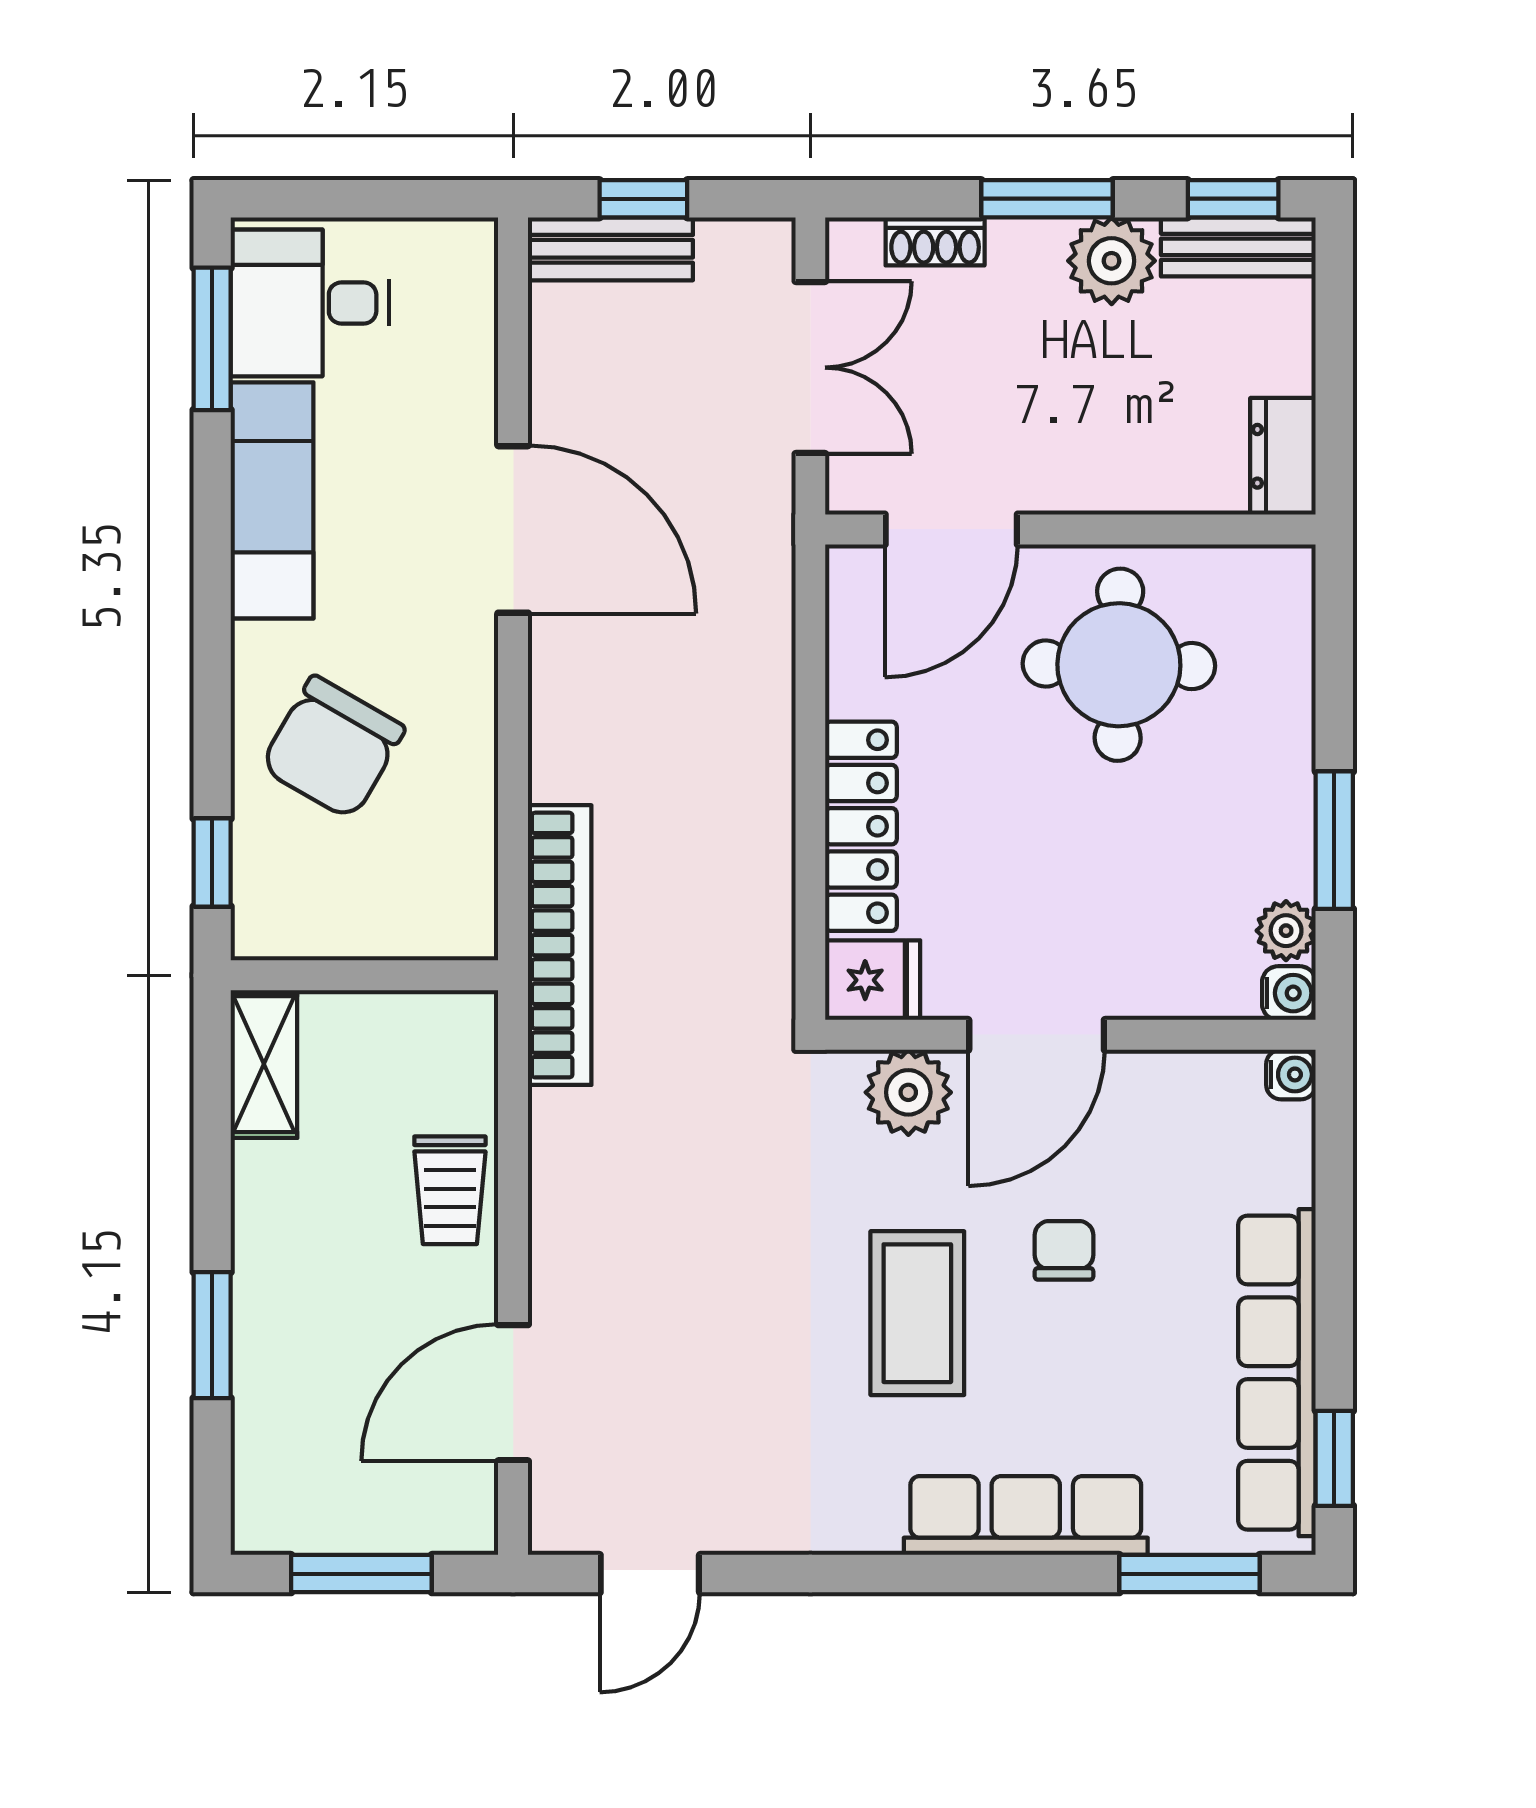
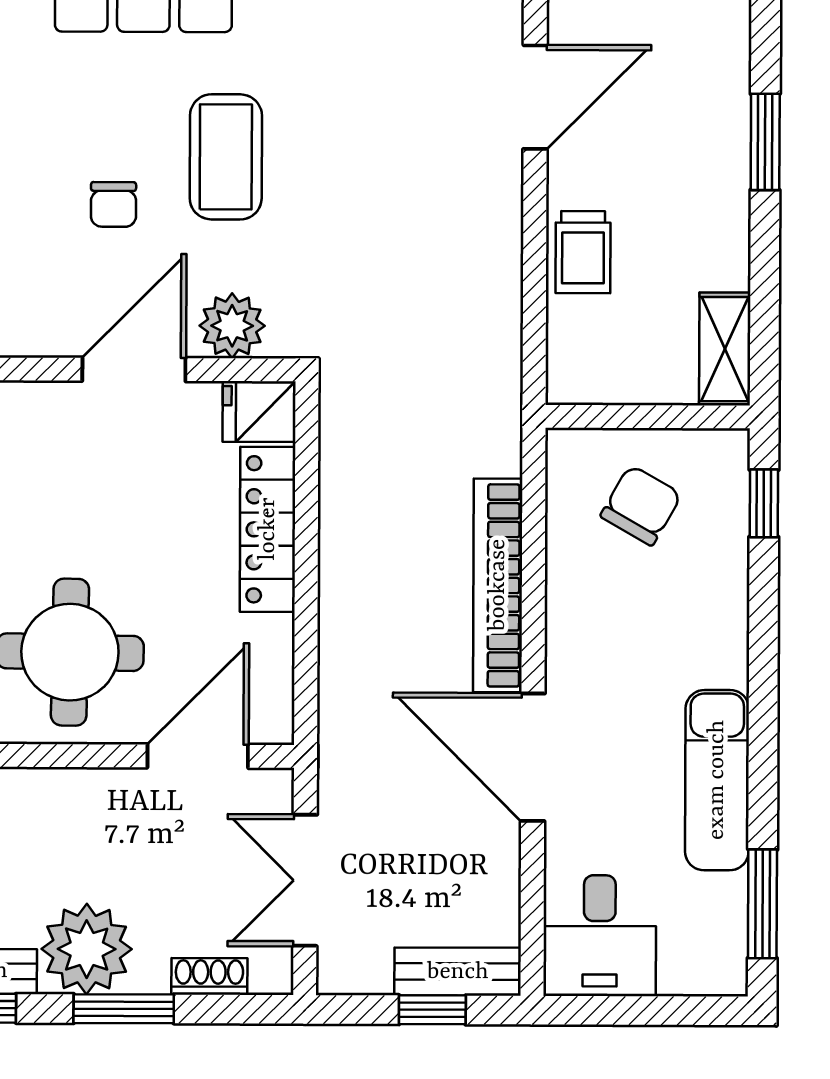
plant: (1112, 261) -> (87, 949), width x1.36, depth x1.36
desk: (310, 303) -> (600, 936), moved, turned 90
chair: (333, 748) -> (641, 505), moved, width x0.73, depth x0.73
bookcase: (560, 945) -> (498, 585), moved
trolley: (450, 1190) -> (583, 252), turned 180

